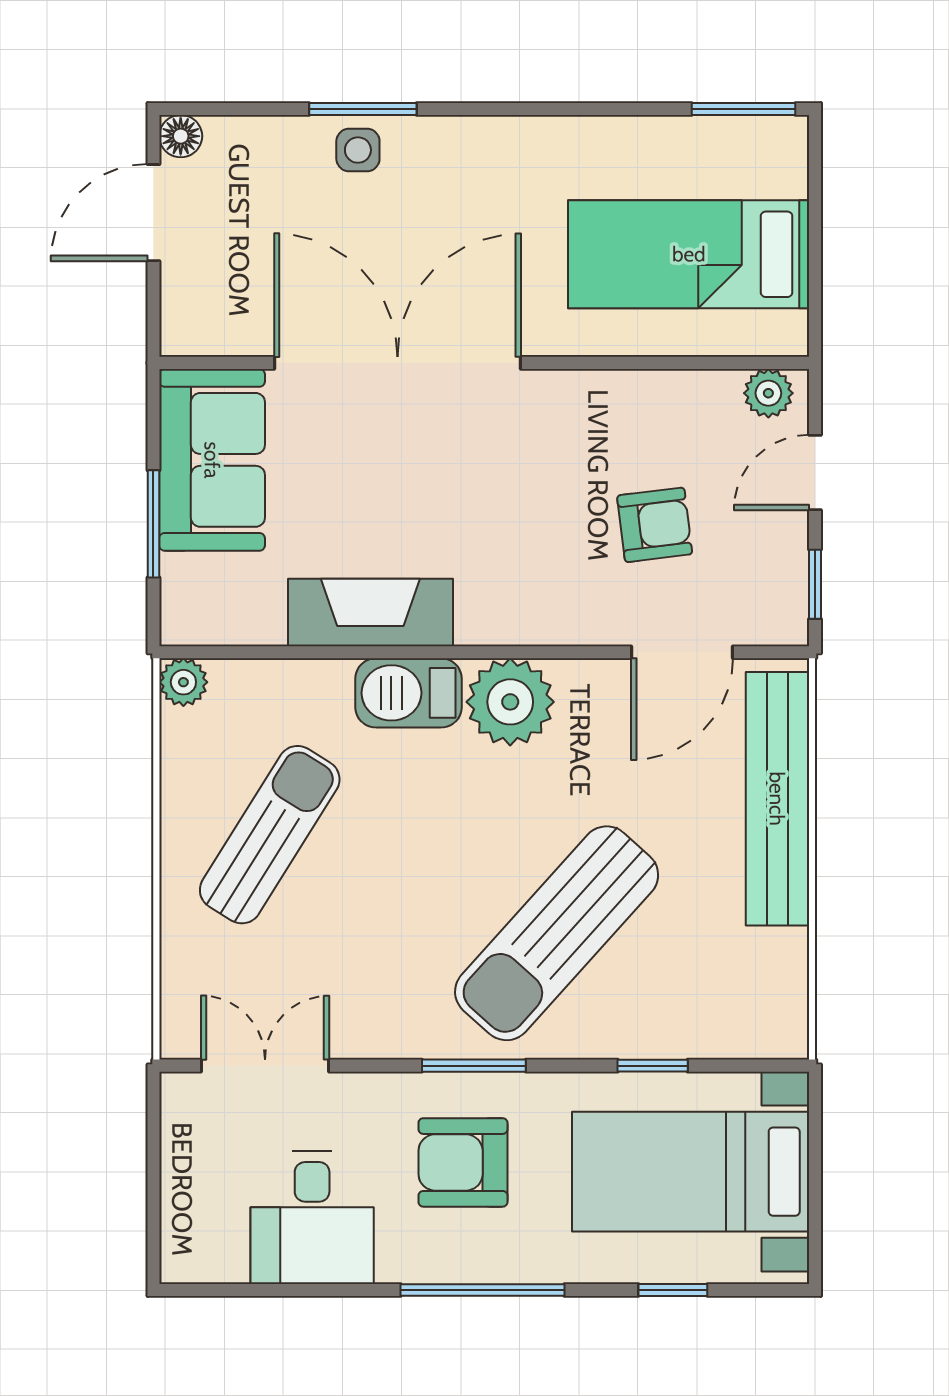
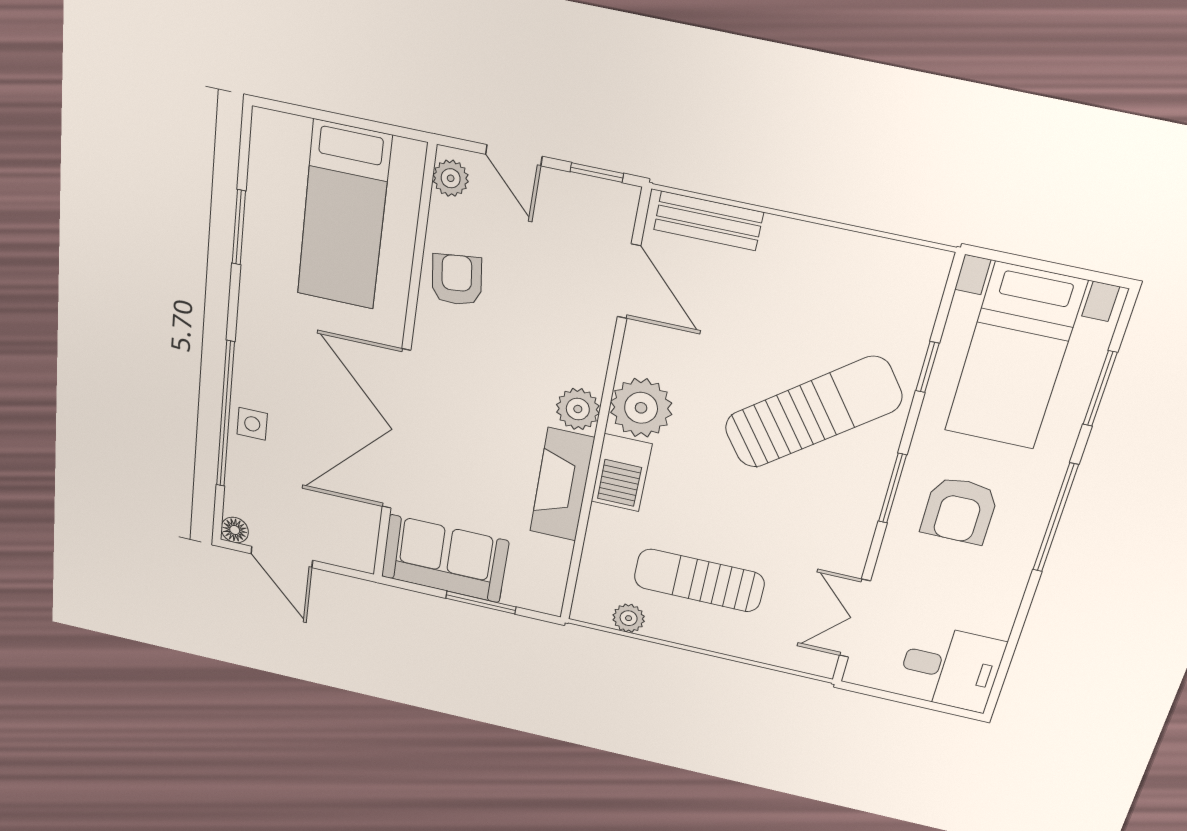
window: (363, 109) -> (225, 415), width x2.11
window: (743, 109) -> (239, 227), moved
armchair: (655, 525) -> (457, 280), moved
plant: (489, 615) -> (578, 409), added
plant: (183, 682) -> (629, 618), moved
bench: (777, 799) -> (709, 221), width x0.54, depth x0.82
sun lounger: (270, 835) -> (699, 580), turned -32
sun lounger: (557, 933) -> (813, 412), turned -79
desk: (312, 1218) -> (950, 668), moved
window: (673, 1290) -> (1100, 389), width x1.50

